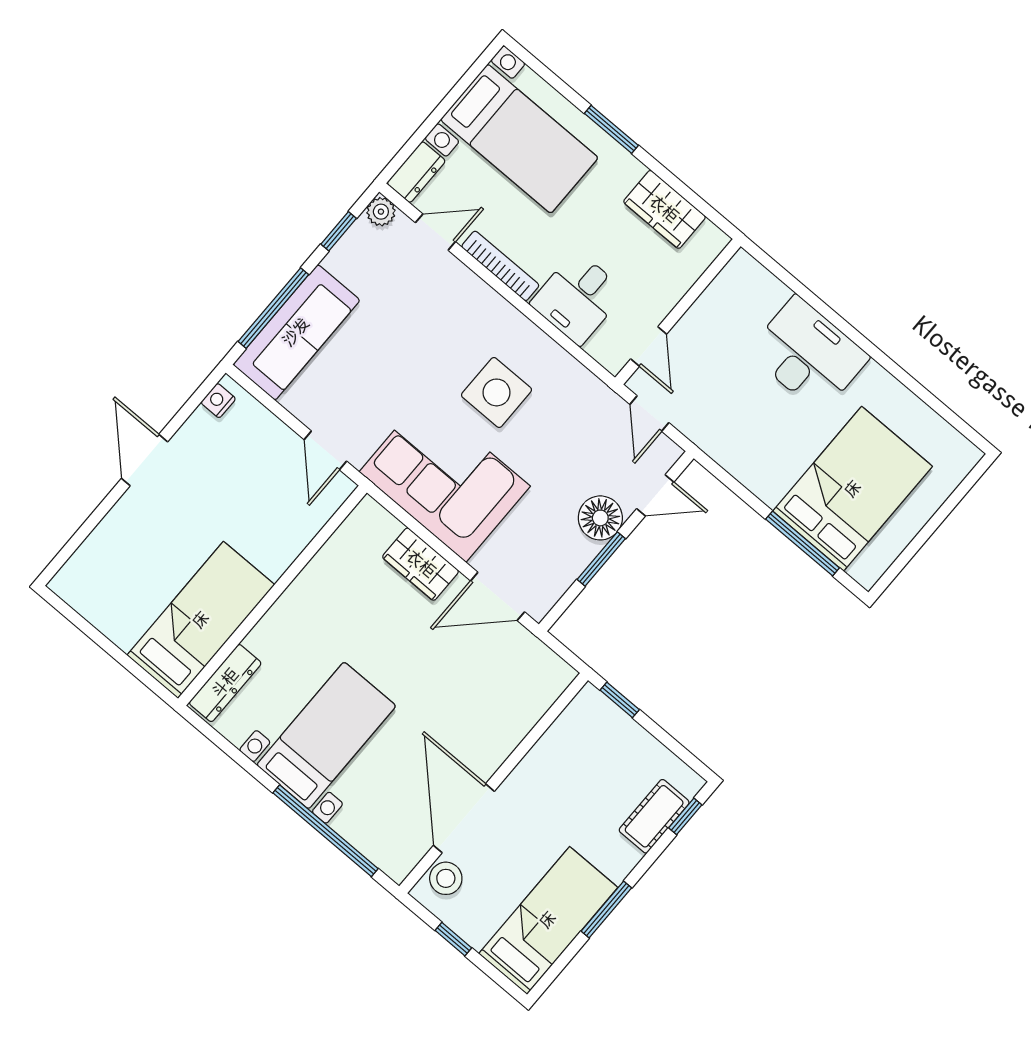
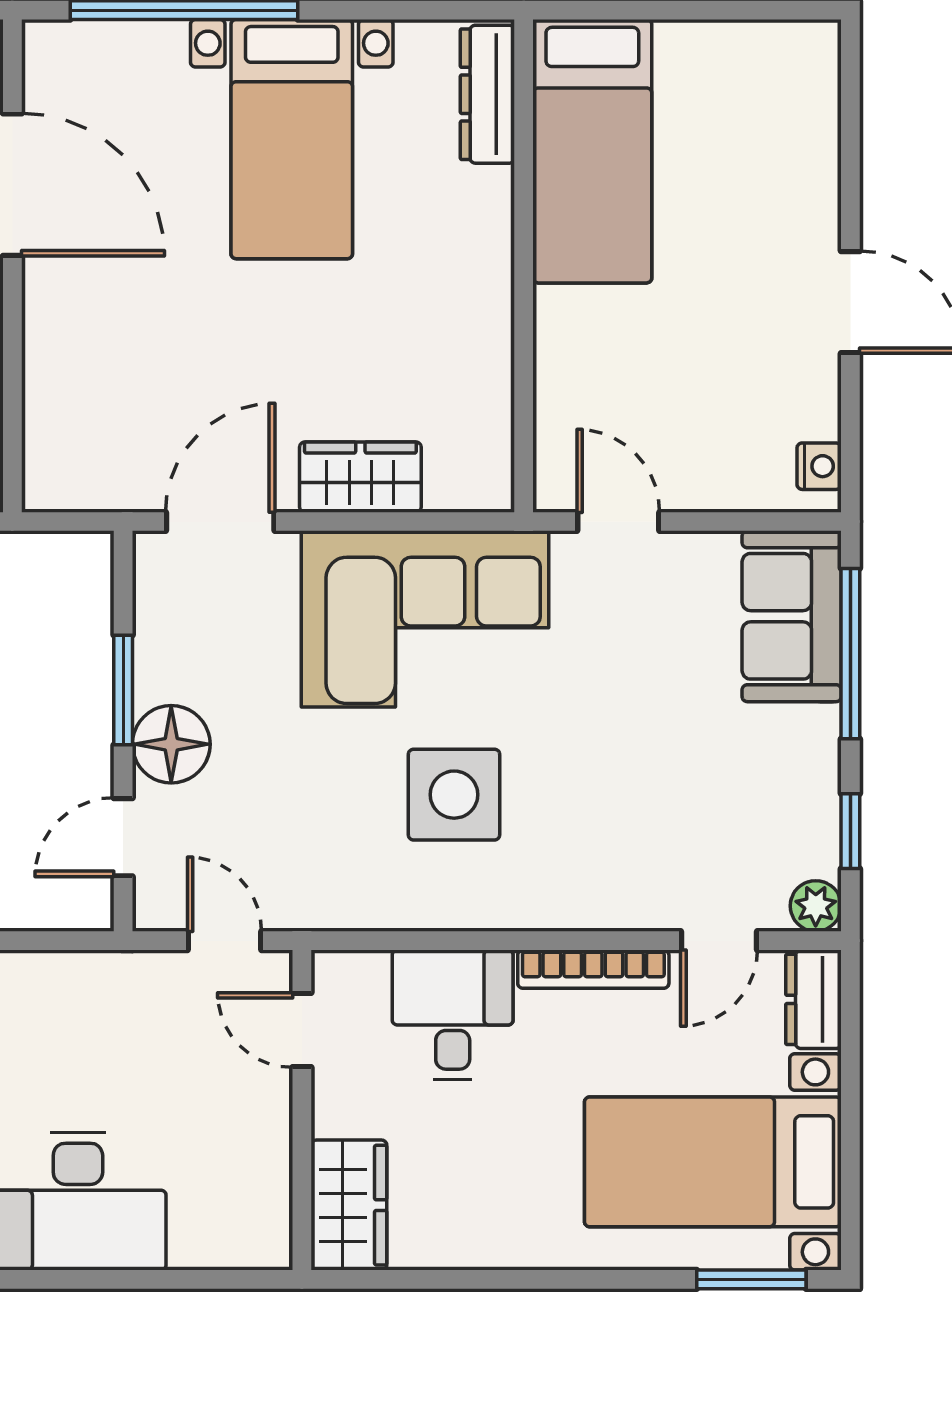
window: (611, 129) -> (751, 1279), moved
wardrobe: (664, 209) -> (349, 1205), moved, turned 90
sofa: (296, 332) -> (792, 616), width x0.73

